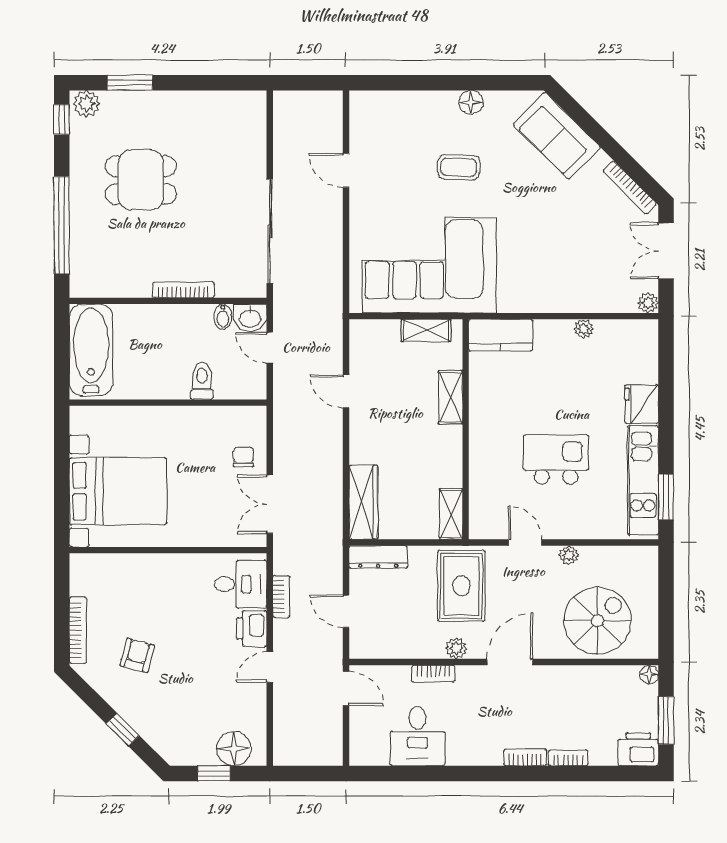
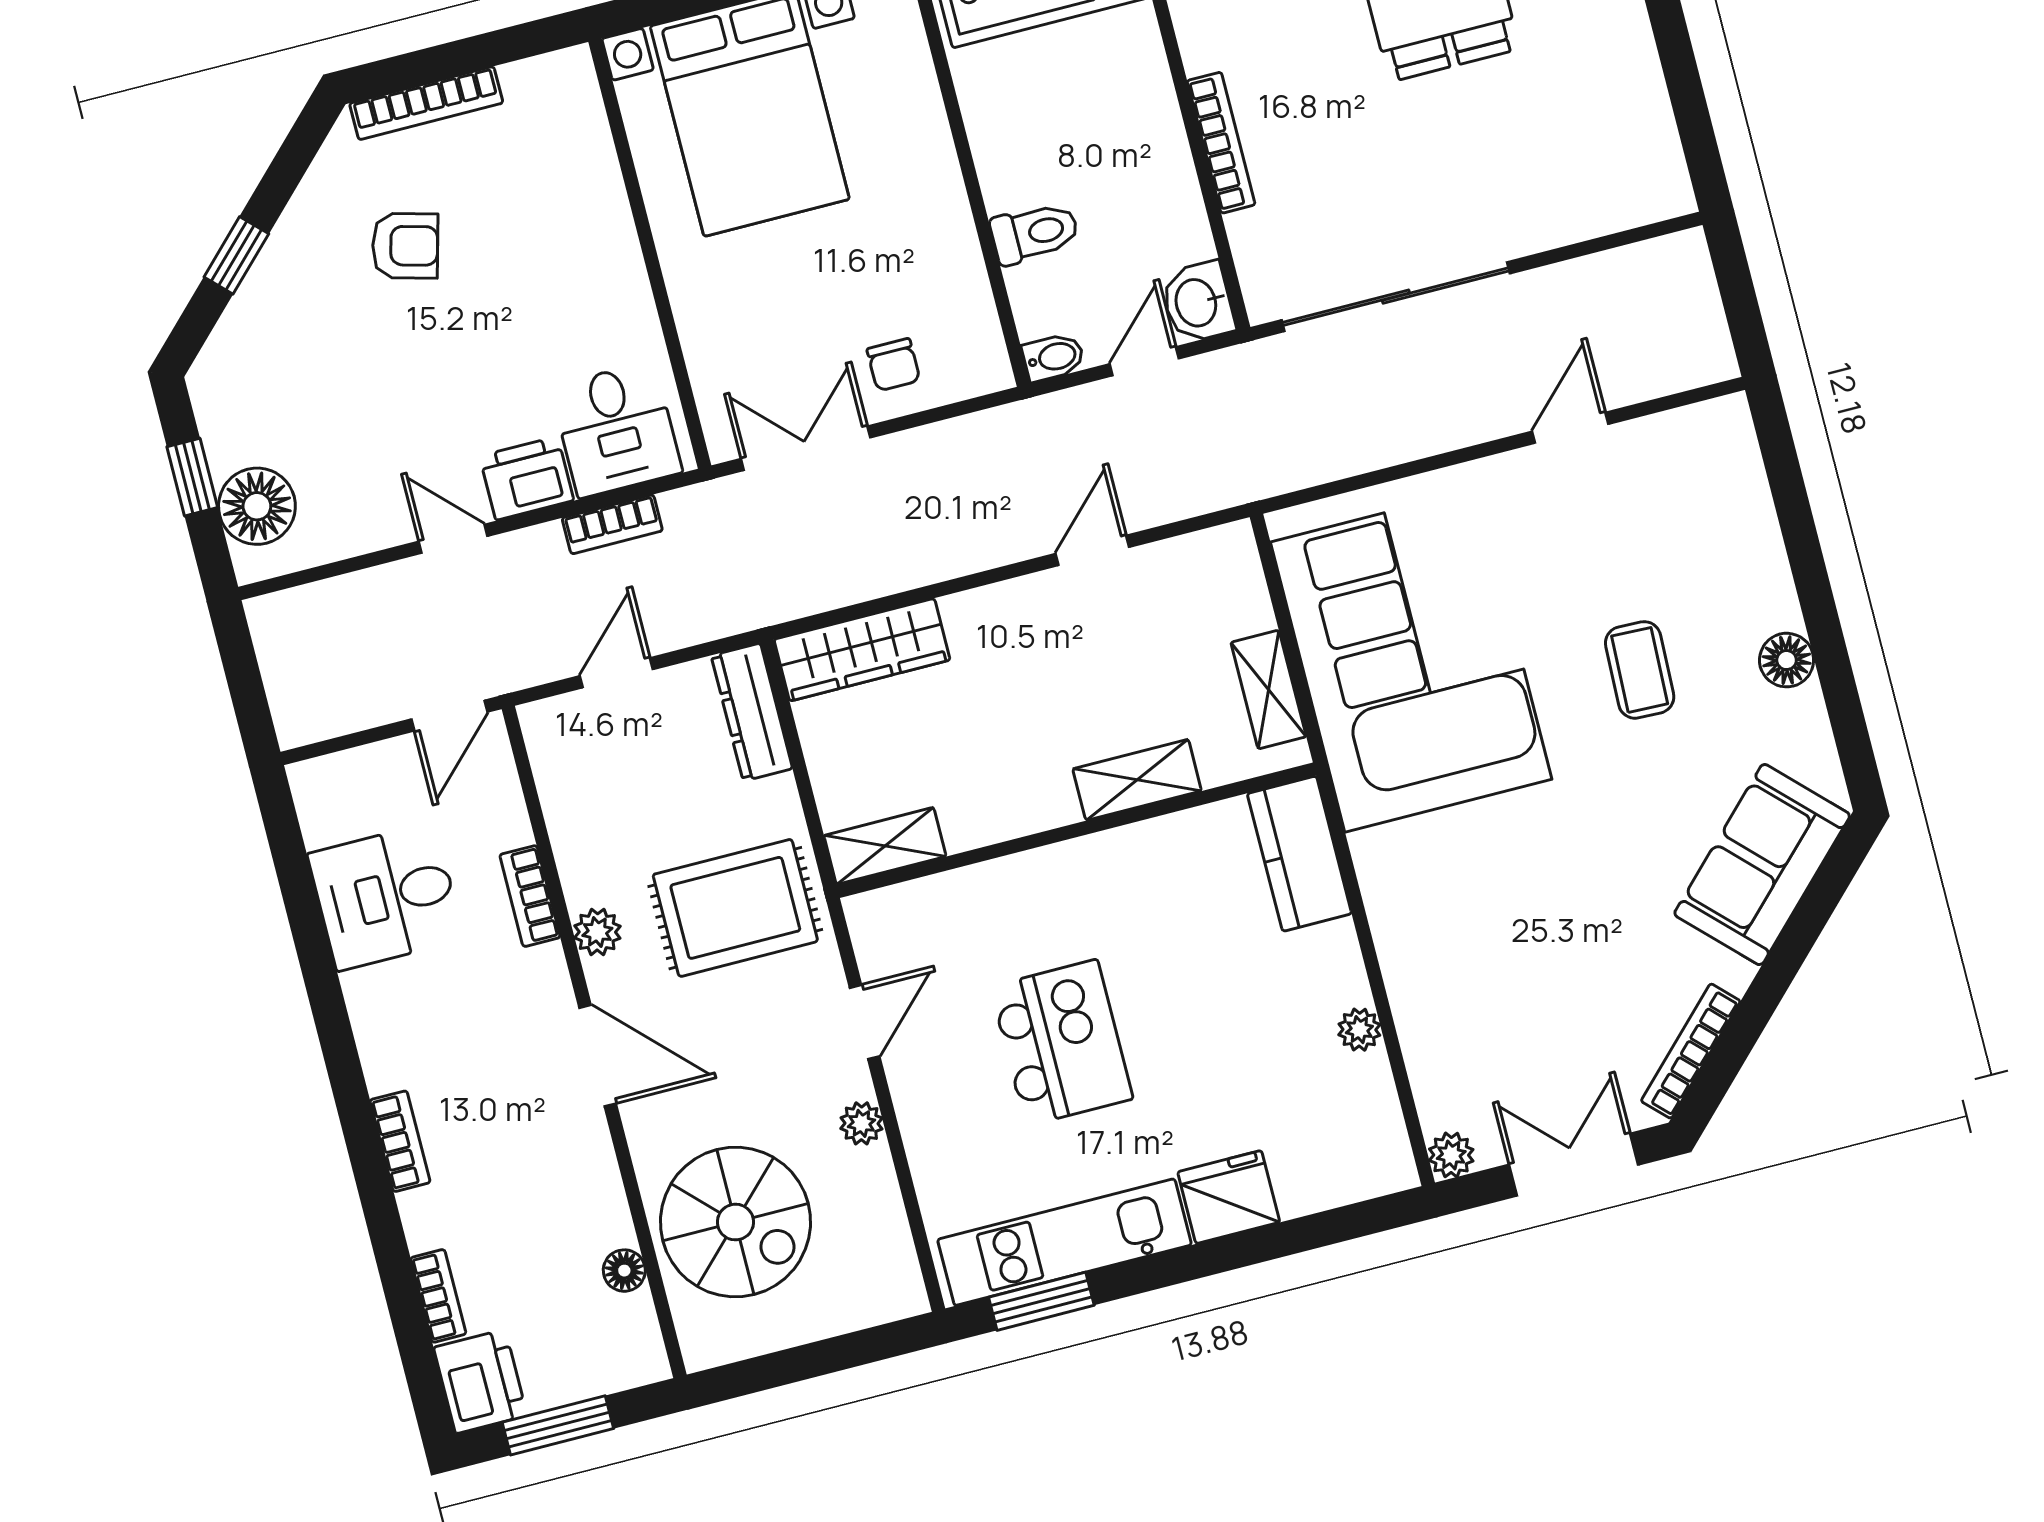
bidet: (223, 317) -> (1053, 357), moved, turned 180
chair: (243, 457) -> (893, 365), turned 90
floor lamp: (649, 674) -> (624, 1271), moved
bookcase: (568, 758) -> (438, 1296), moved

